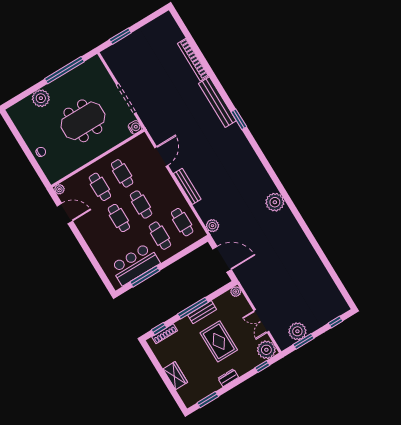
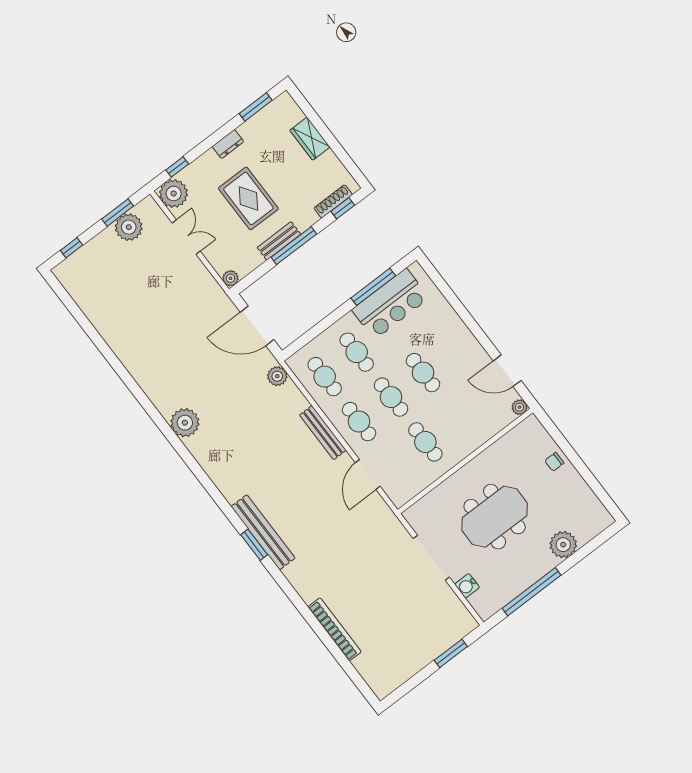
bench: (217, 102) -> (263, 532), moved
water cooler: (135, 127) -> (467, 586), moved
cafe table: (100, 187) -> (359, 422), moved

